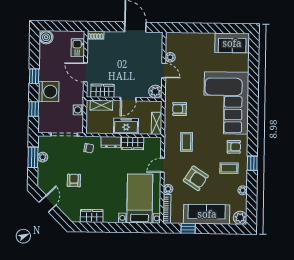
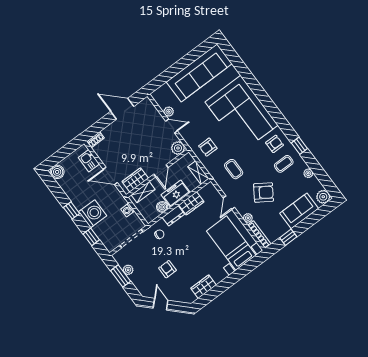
sofa: (232, 43) -> (199, 73), width x1.85, depth x1.27
boiler: (107, 128) -> (162, 207), added
sofa: (207, 214) -> (299, 211), width x0.73

